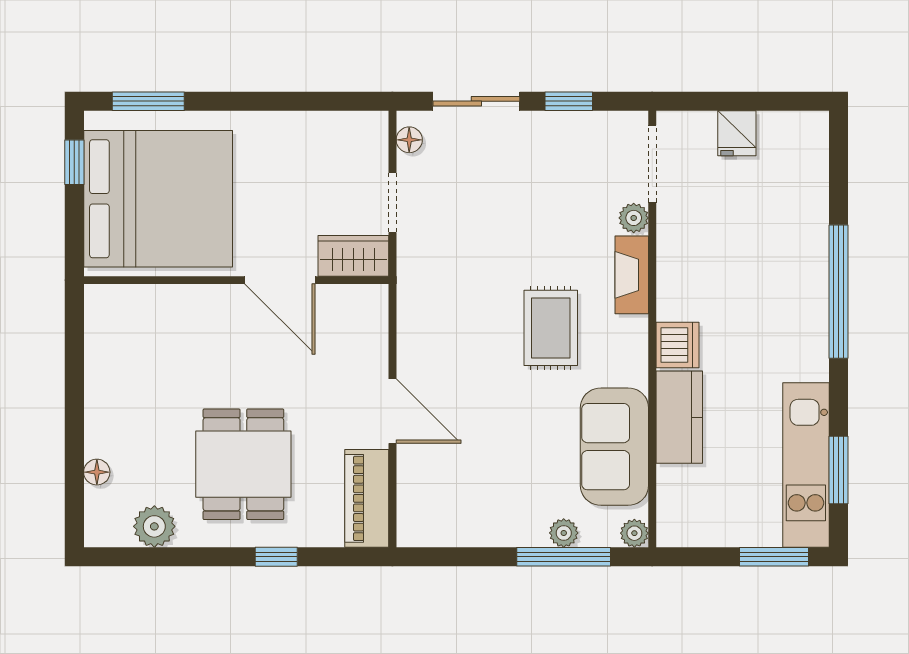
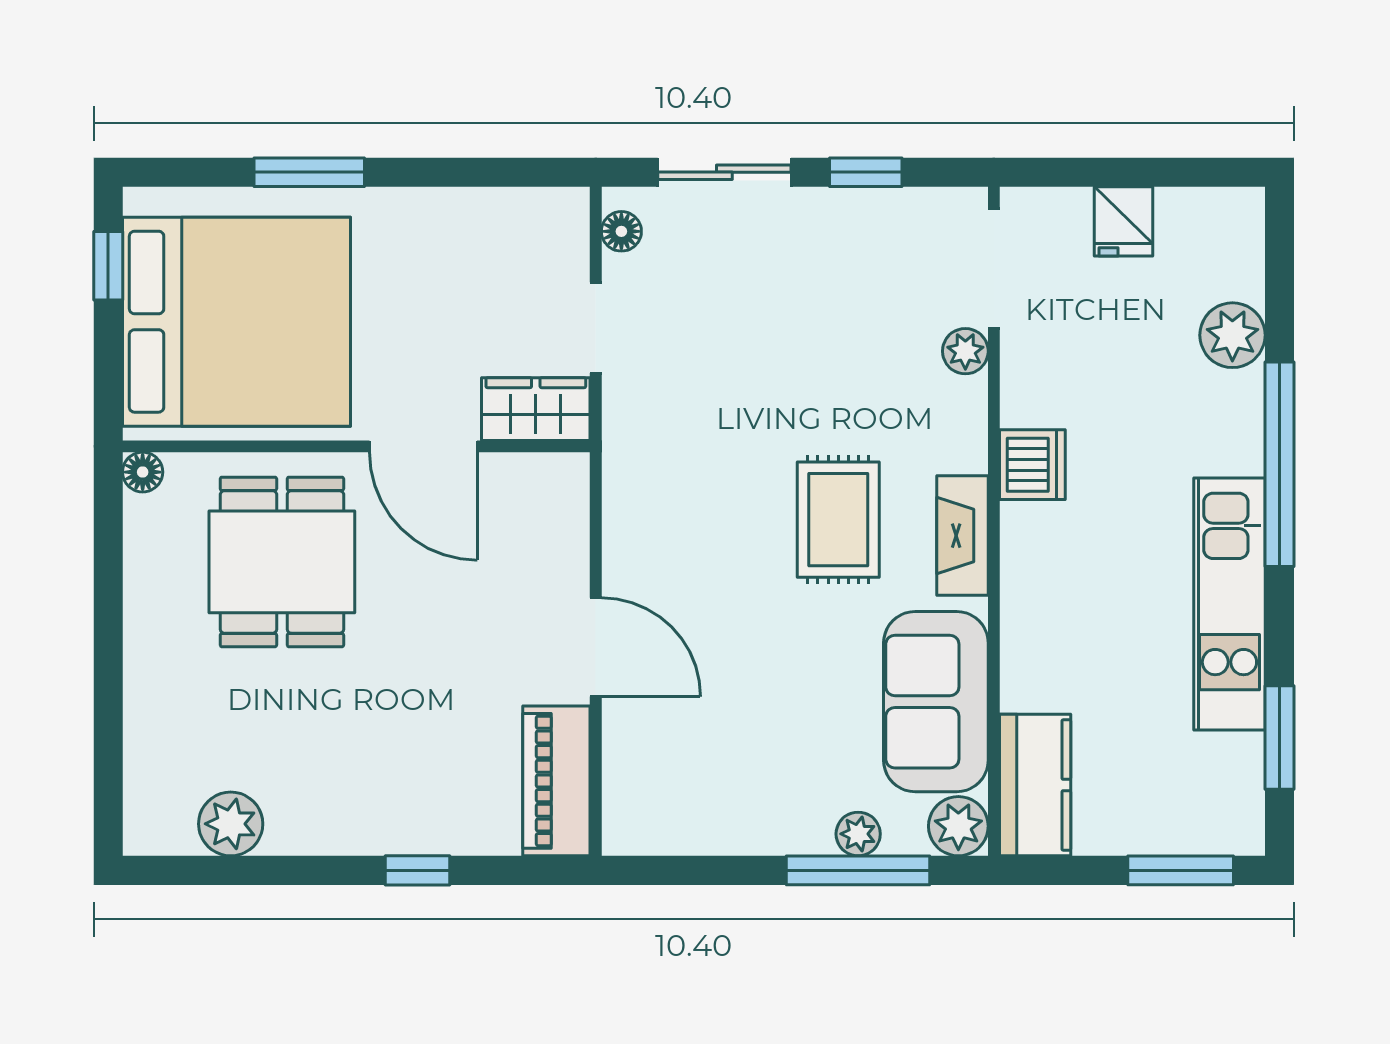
window: (148, 101) -> (309, 172), moved
plant: (808, 208) -> (1232, 335), added
fireplace: (632, 275) -> (962, 536), moved
dishwasher: (677, 345) -> (1032, 465), moved
kitchen counter: (679, 417) -> (1035, 785), moved
dining table: (243, 464) -> (282, 562), moved
kitchen unit: (806, 465) -> (1229, 604), moved
floor lamp: (97, 472) -> (143, 472), moved
plant: (634, 533) -> (958, 826), width x1.38, depth x1.38

